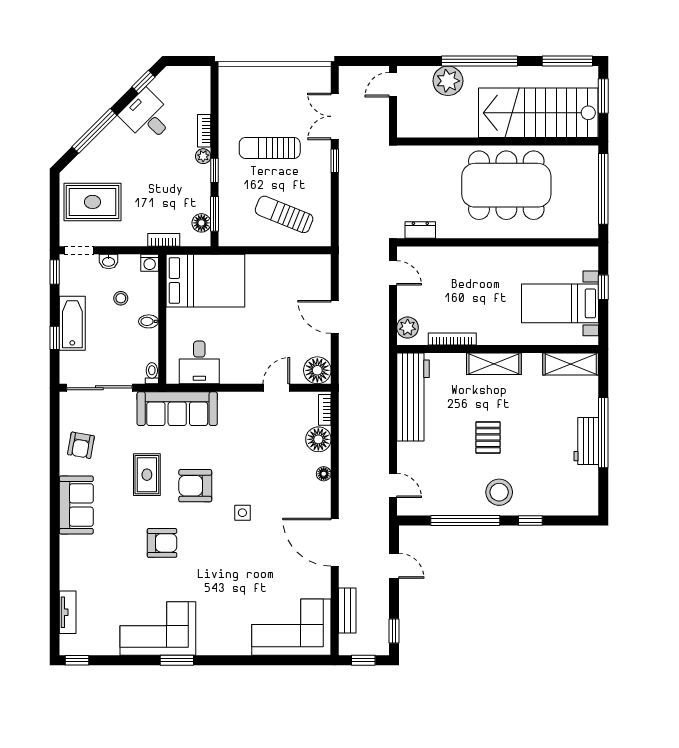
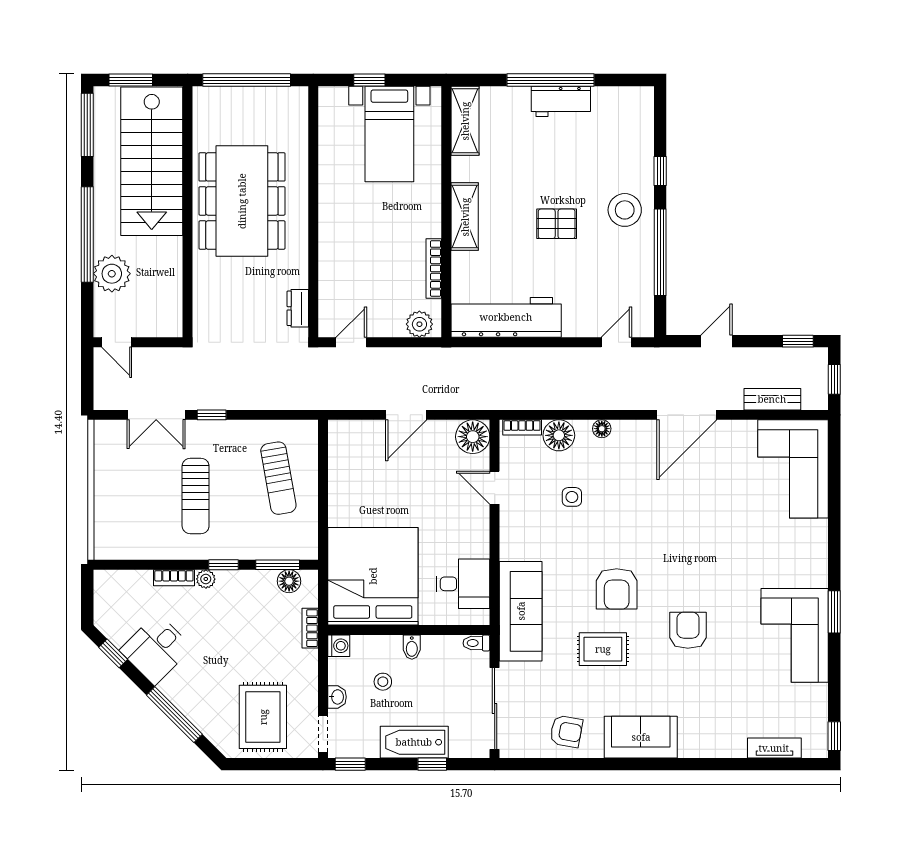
sun lounger: (284, 214) -> (278, 478), turned -32
bed: (205, 281) -> (373, 576), width x1.36
side table: (242, 513) -> (572, 497), moved

